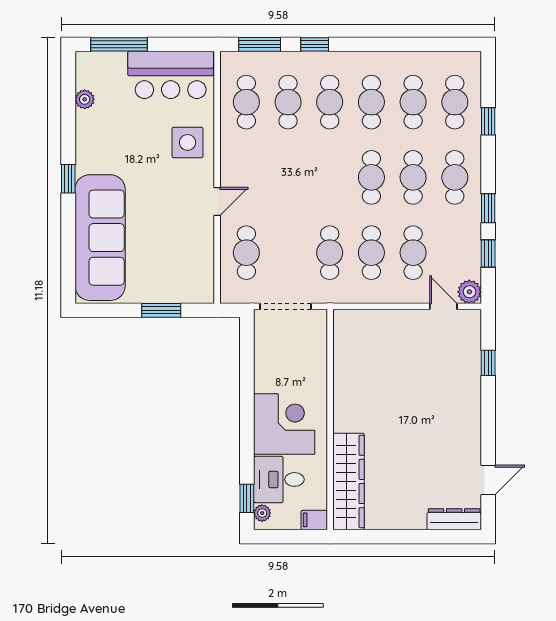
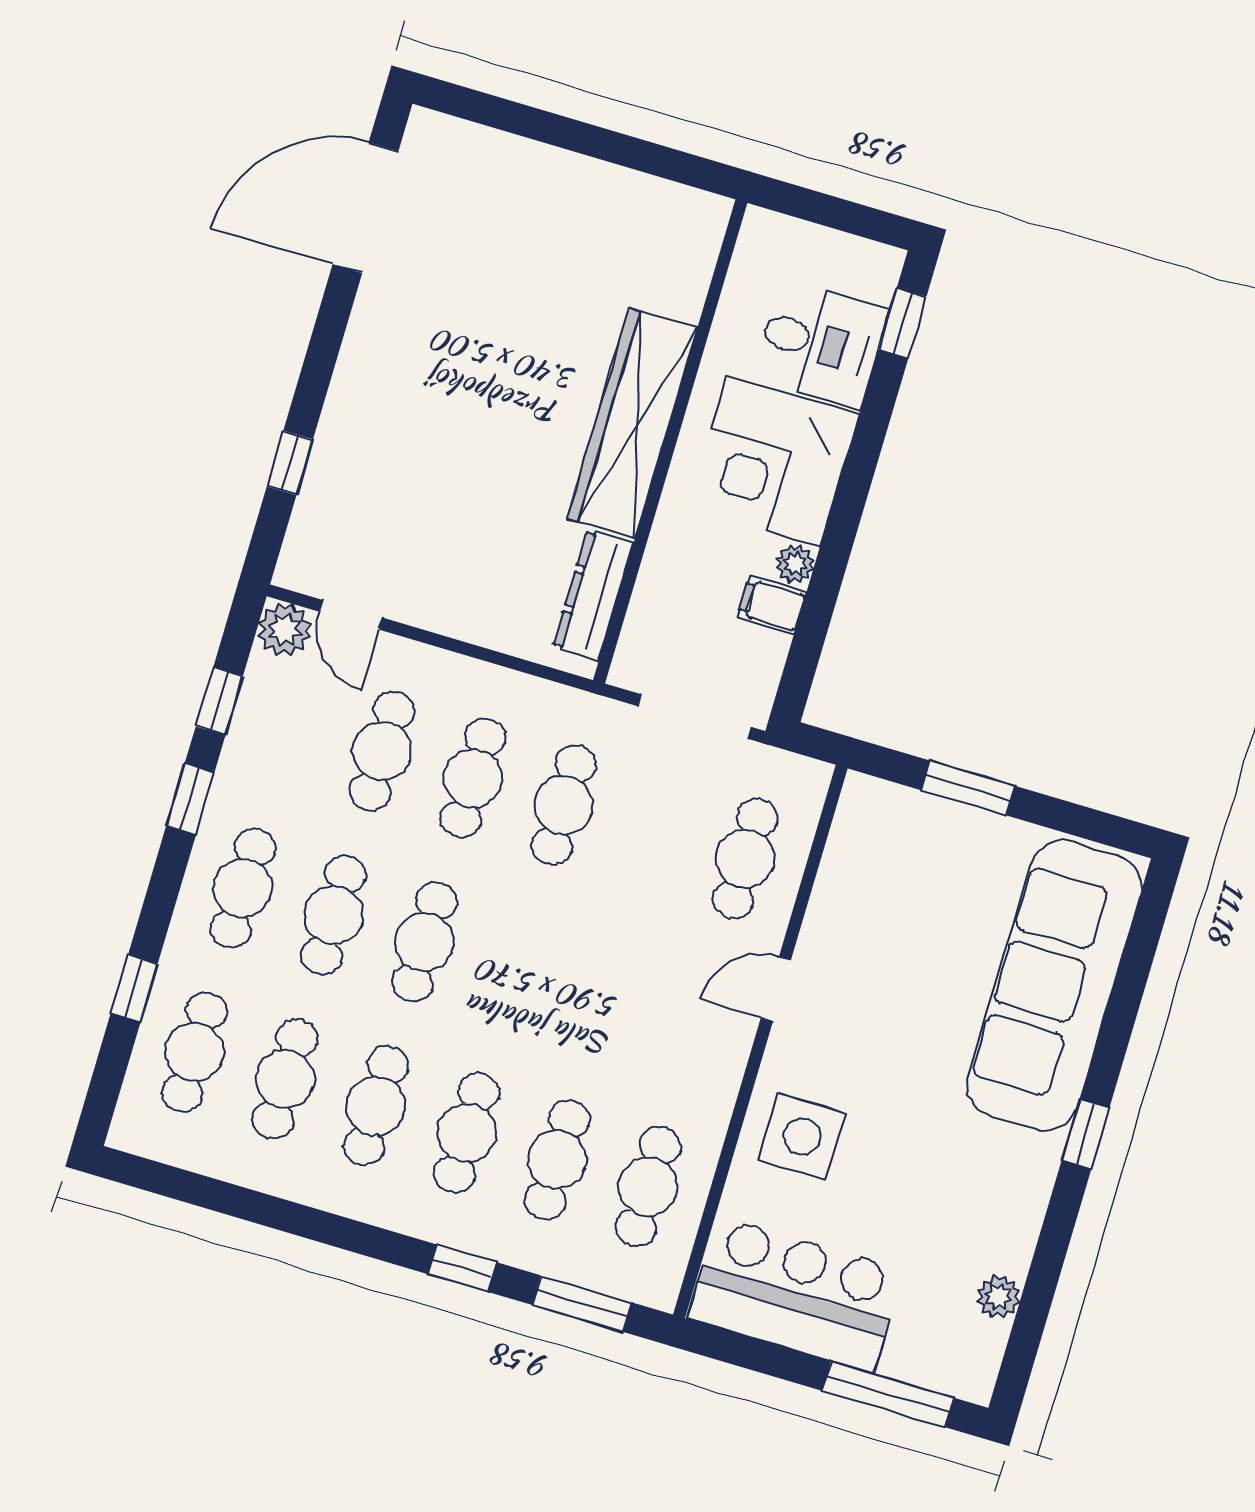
door: (488, 480) -> (365, 208), width x1.87
wardrobe: (349, 481) -> (632, 423), moved
plant: (262, 513) -> (795, 564), moved
dresser: (454, 519) -> (593, 595), moved, turned 90
filing cabinet: (314, 520) -> (772, 605), moved, turned 180

